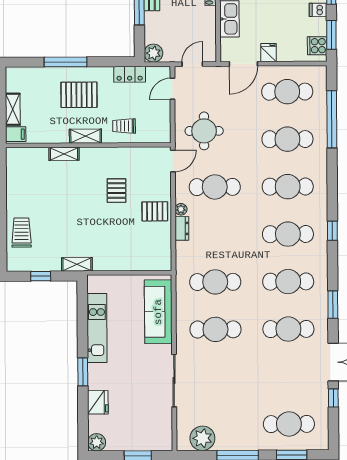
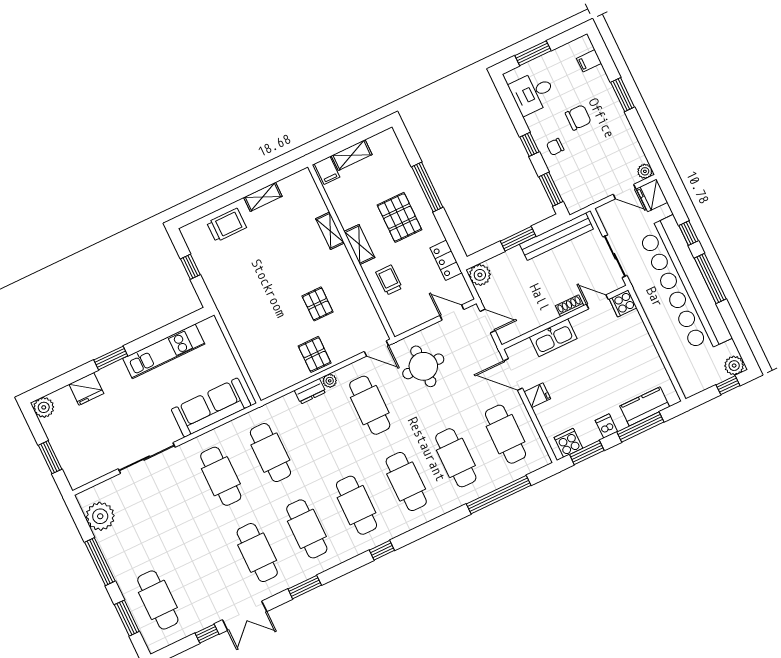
pallet: (117, 191) -> (318, 304), turned 90
shelving: (77, 264) -> (263, 197), moved, turned 90

